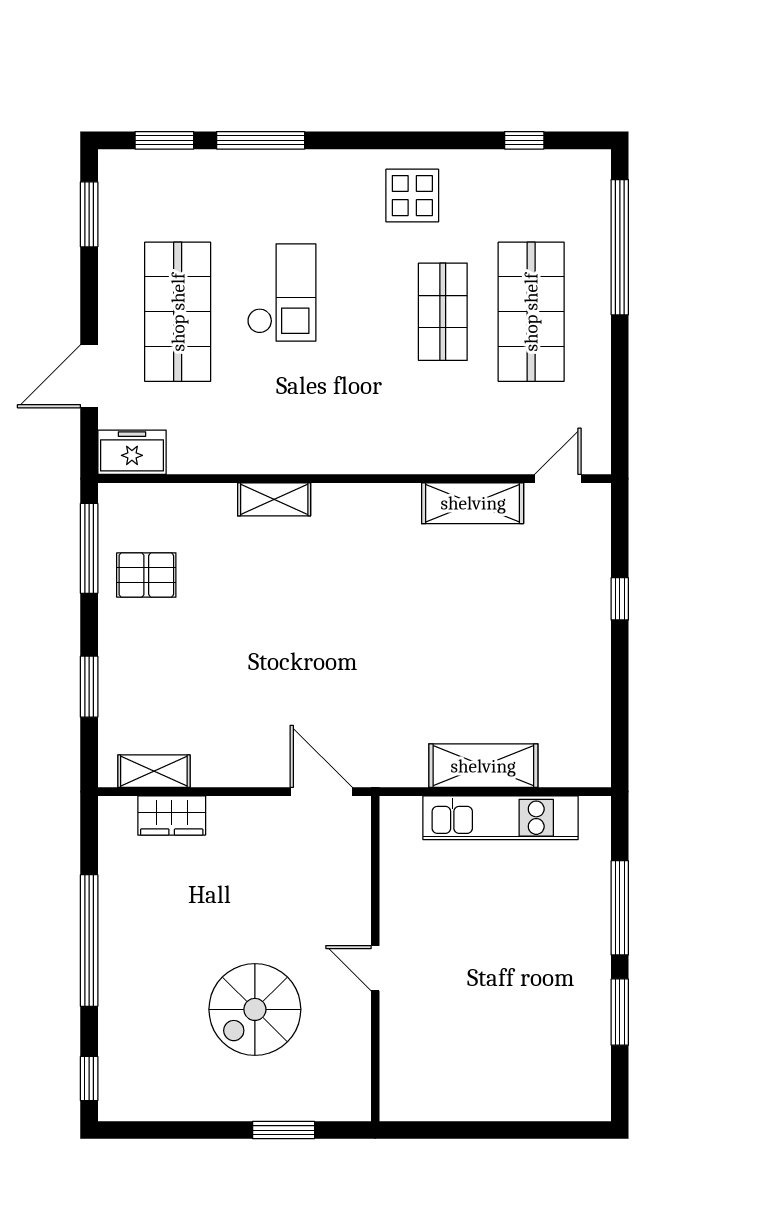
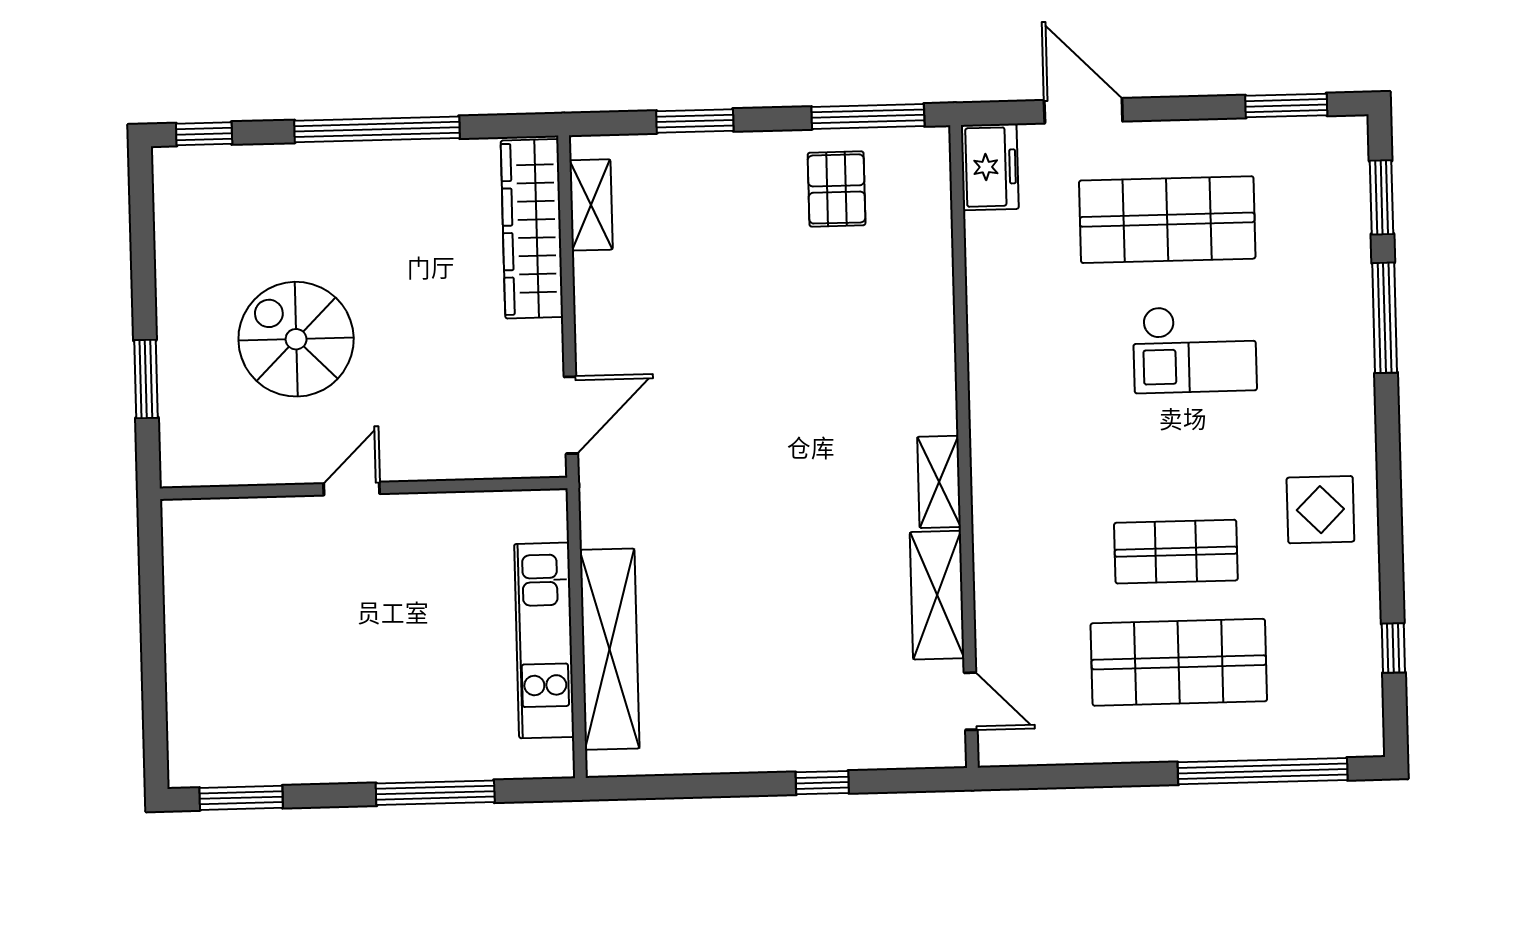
shelving: (274, 499) -> (939, 482), moved
shelving: (483, 766) -> (610, 649), width x1.47
wardrobe: (172, 815) -> (532, 229), width x2.10, depth x1.17
window: (620, 1012) -> (241, 798), moved

